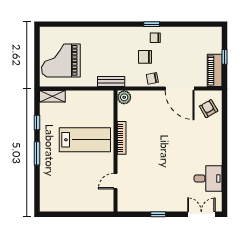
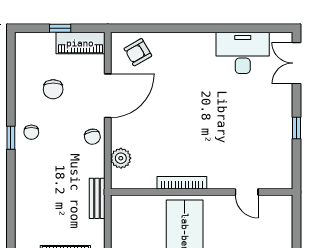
chair: (145, 57) -> (53, 89), moved
plant: (124, 97) -> (121, 158), moved
desk: (208, 178) -> (243, 53), width x1.37

